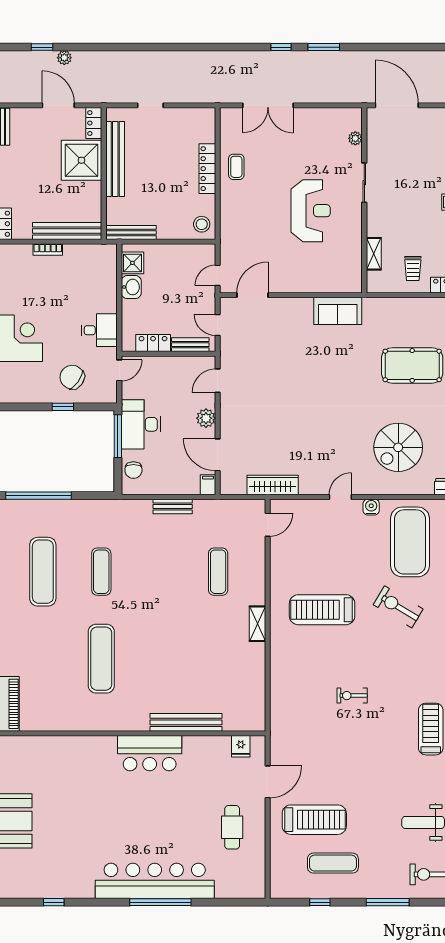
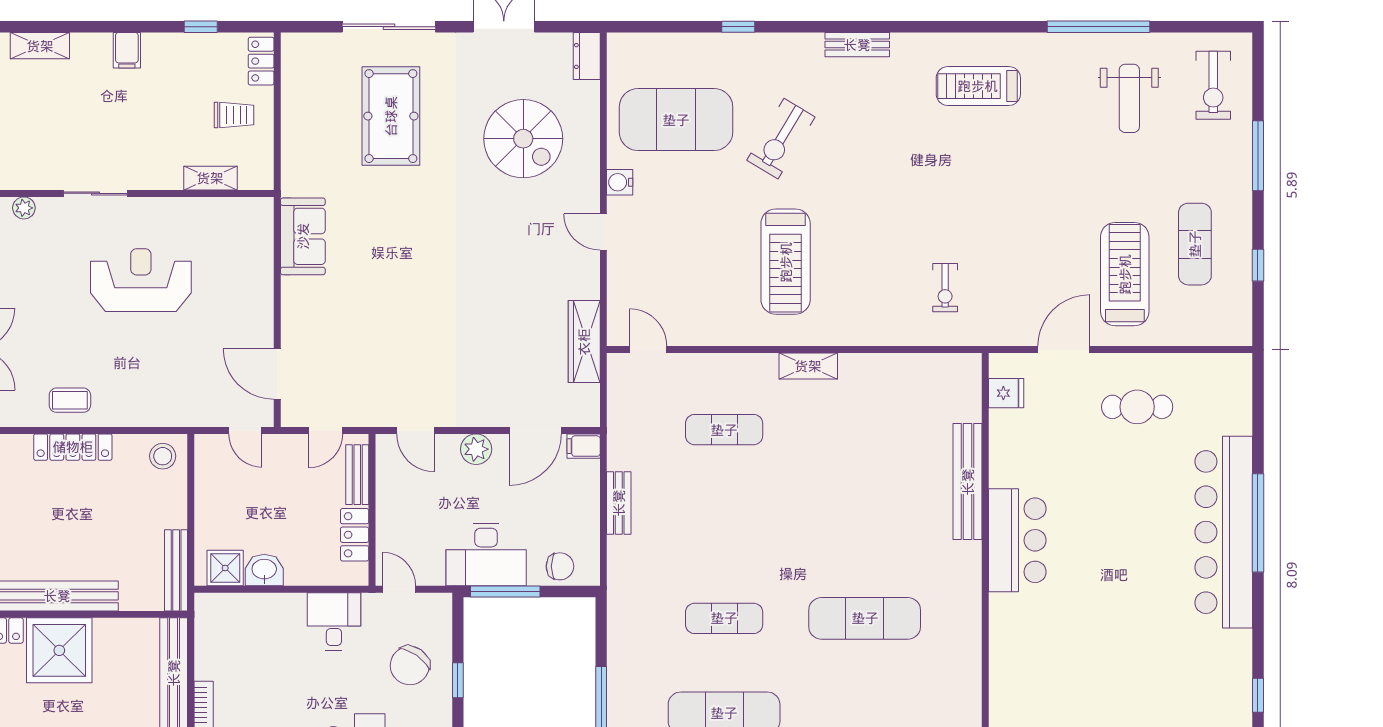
exercise bike: (352, 696) -> (945, 288), moved
door: (268, 782) -> (1064, 350), hinge flipped

